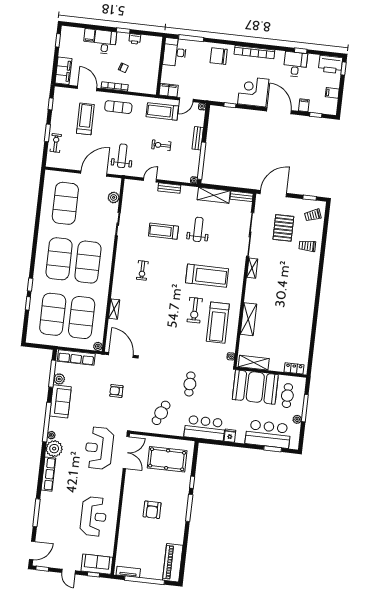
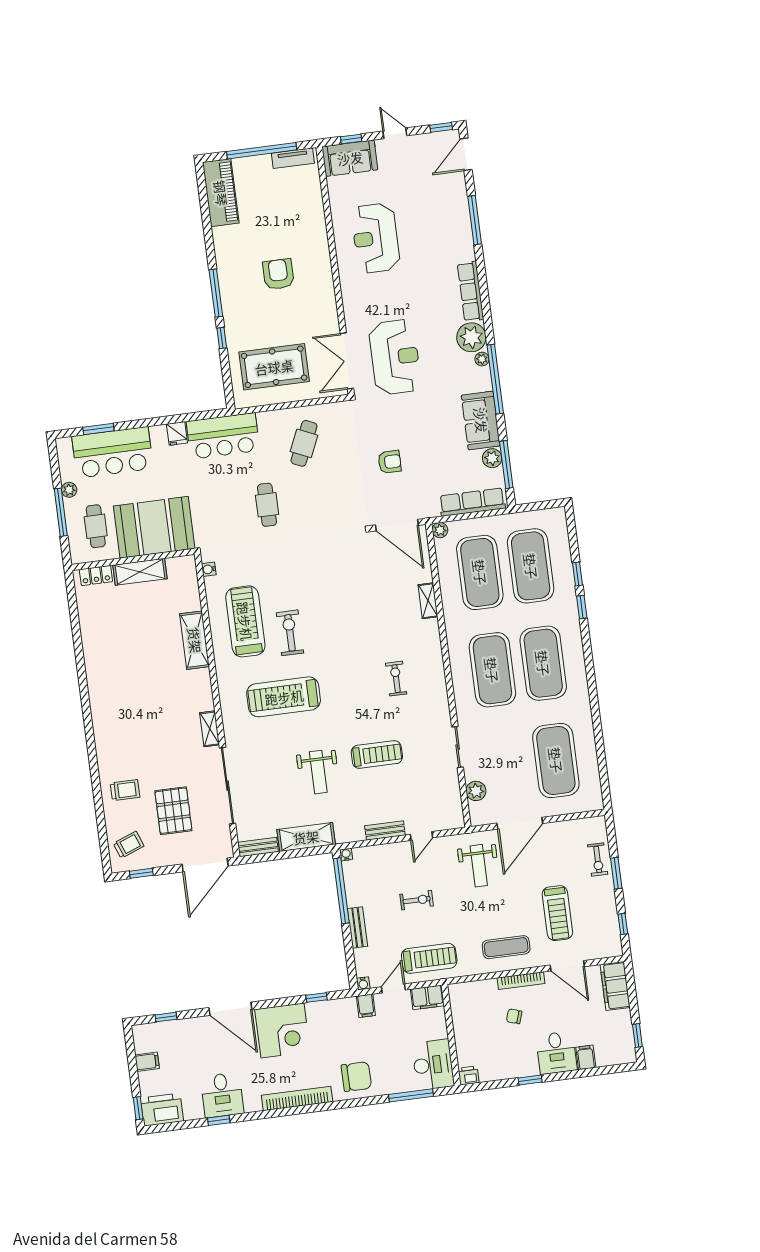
printer: (135, 39) -> (469, 1076), moved
filing cabinet: (304, 105) -> (366, 1006), moved
shelving: (254, 363) -> (140, 572), moved

